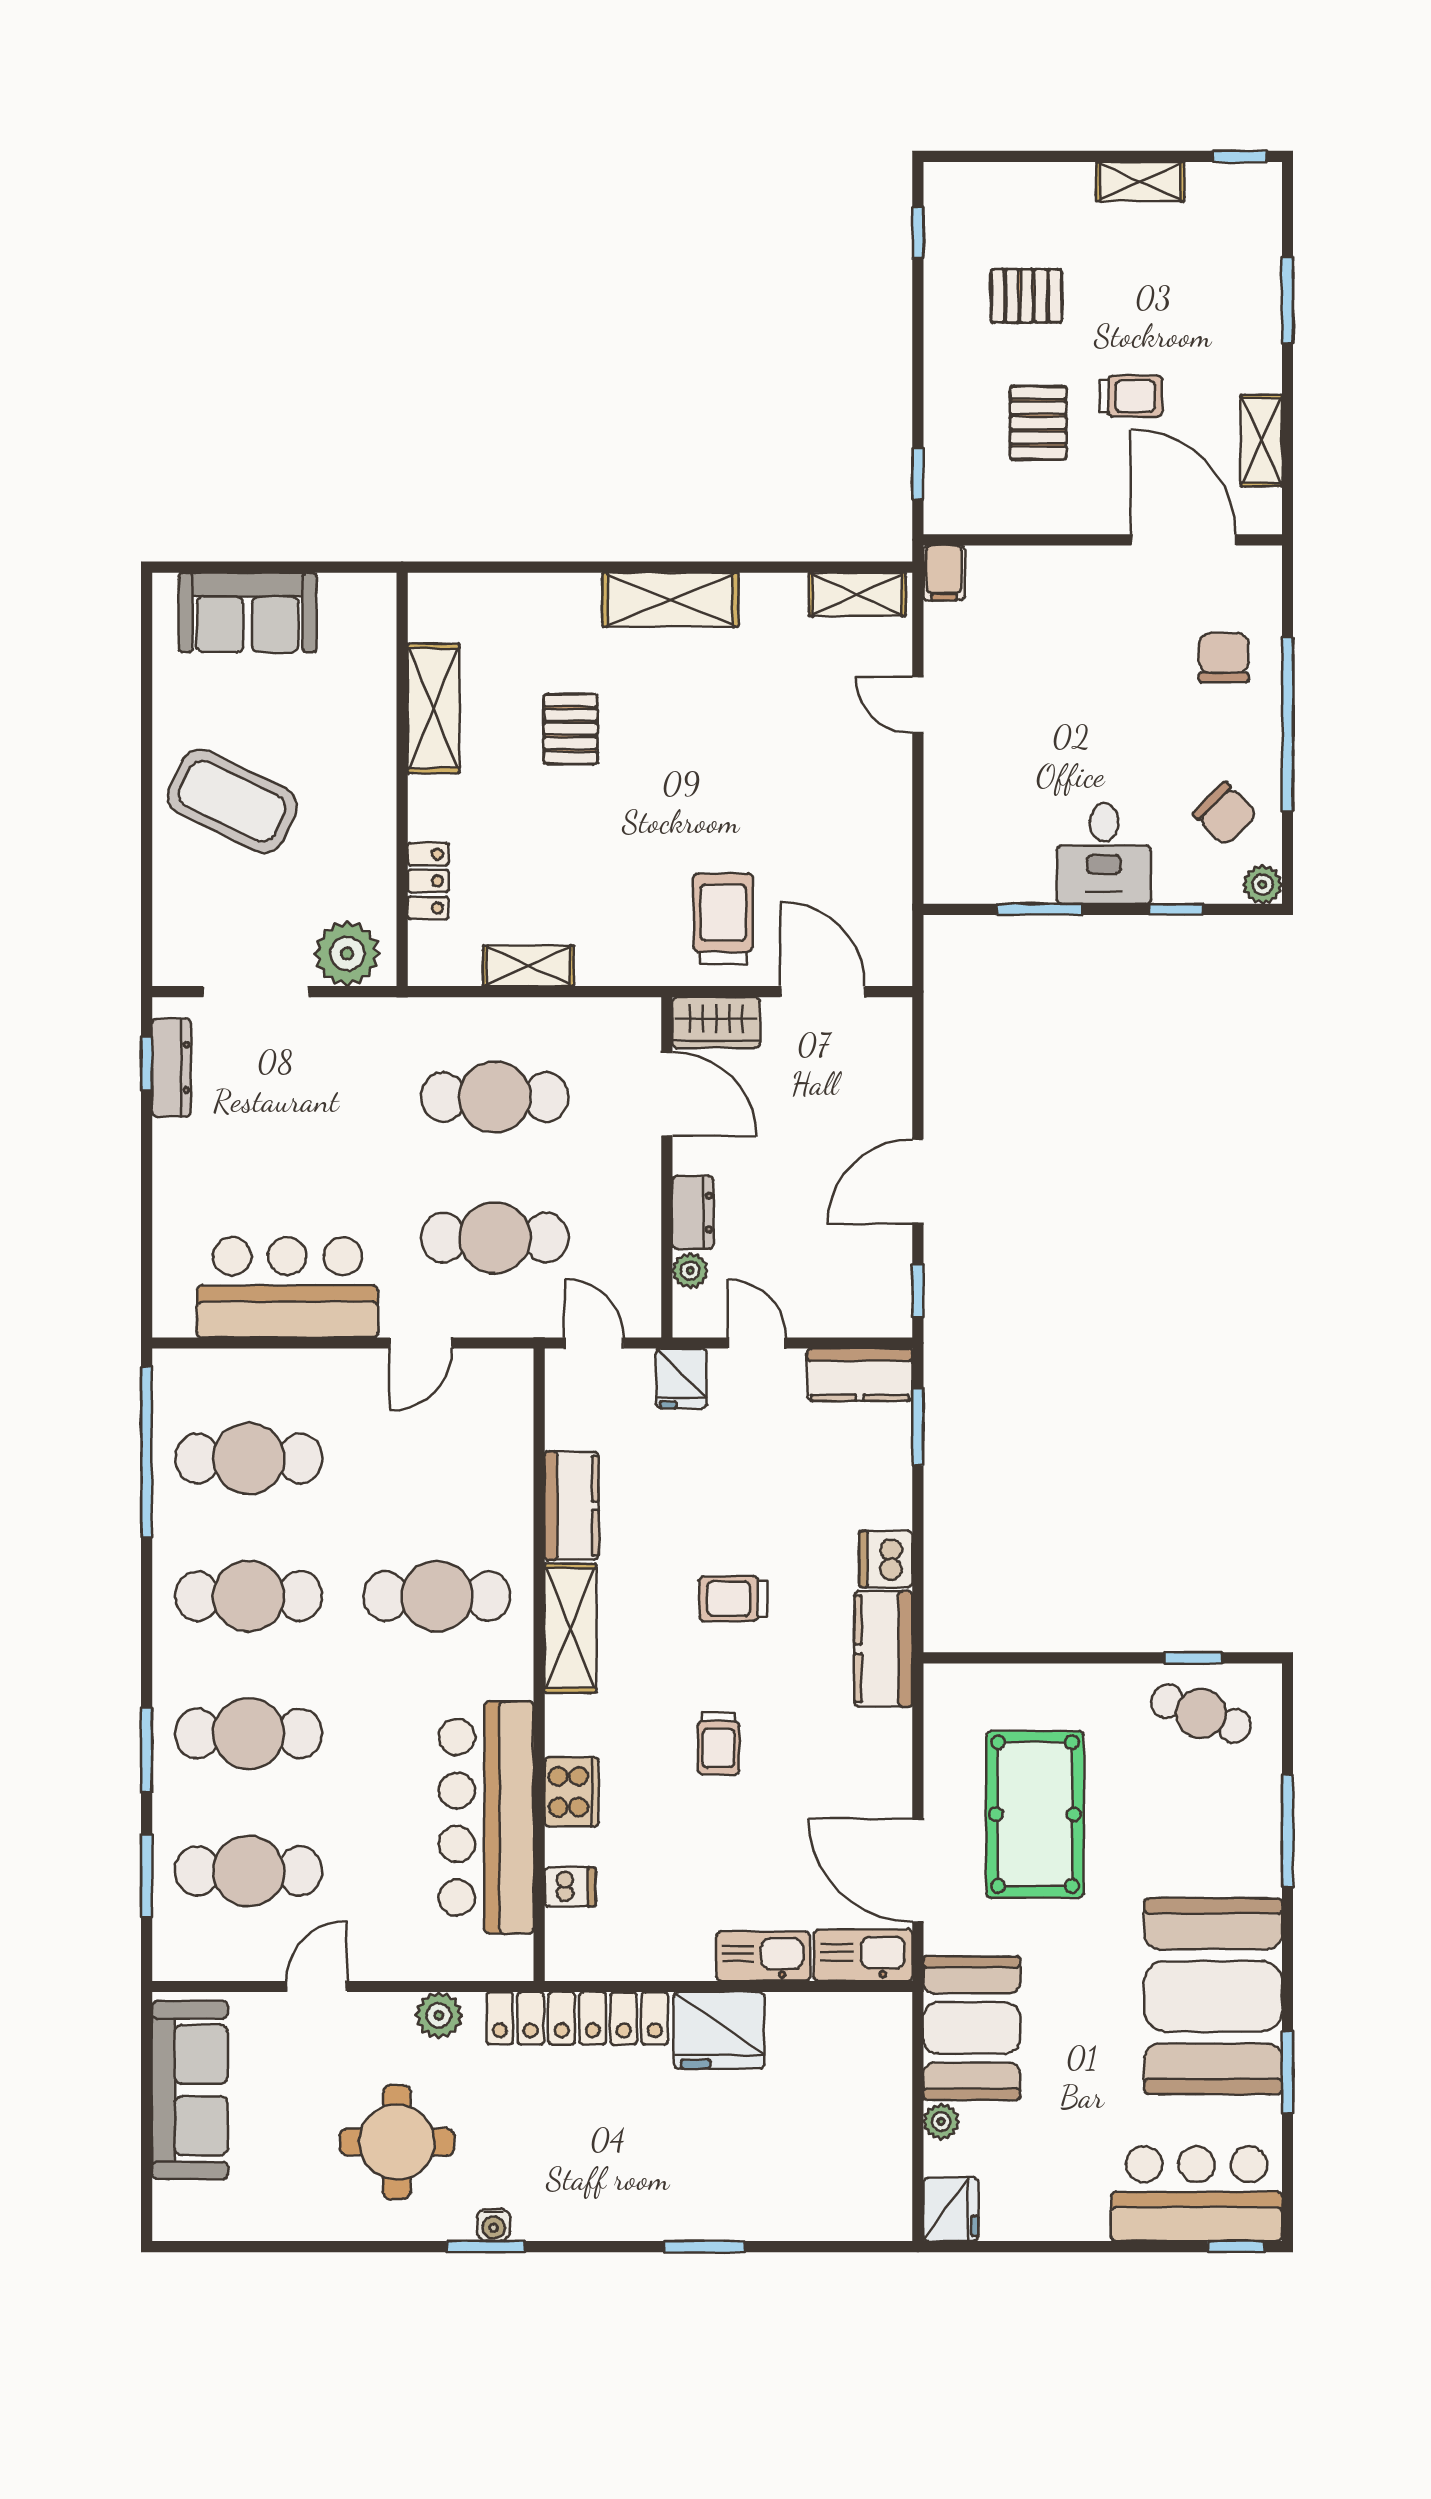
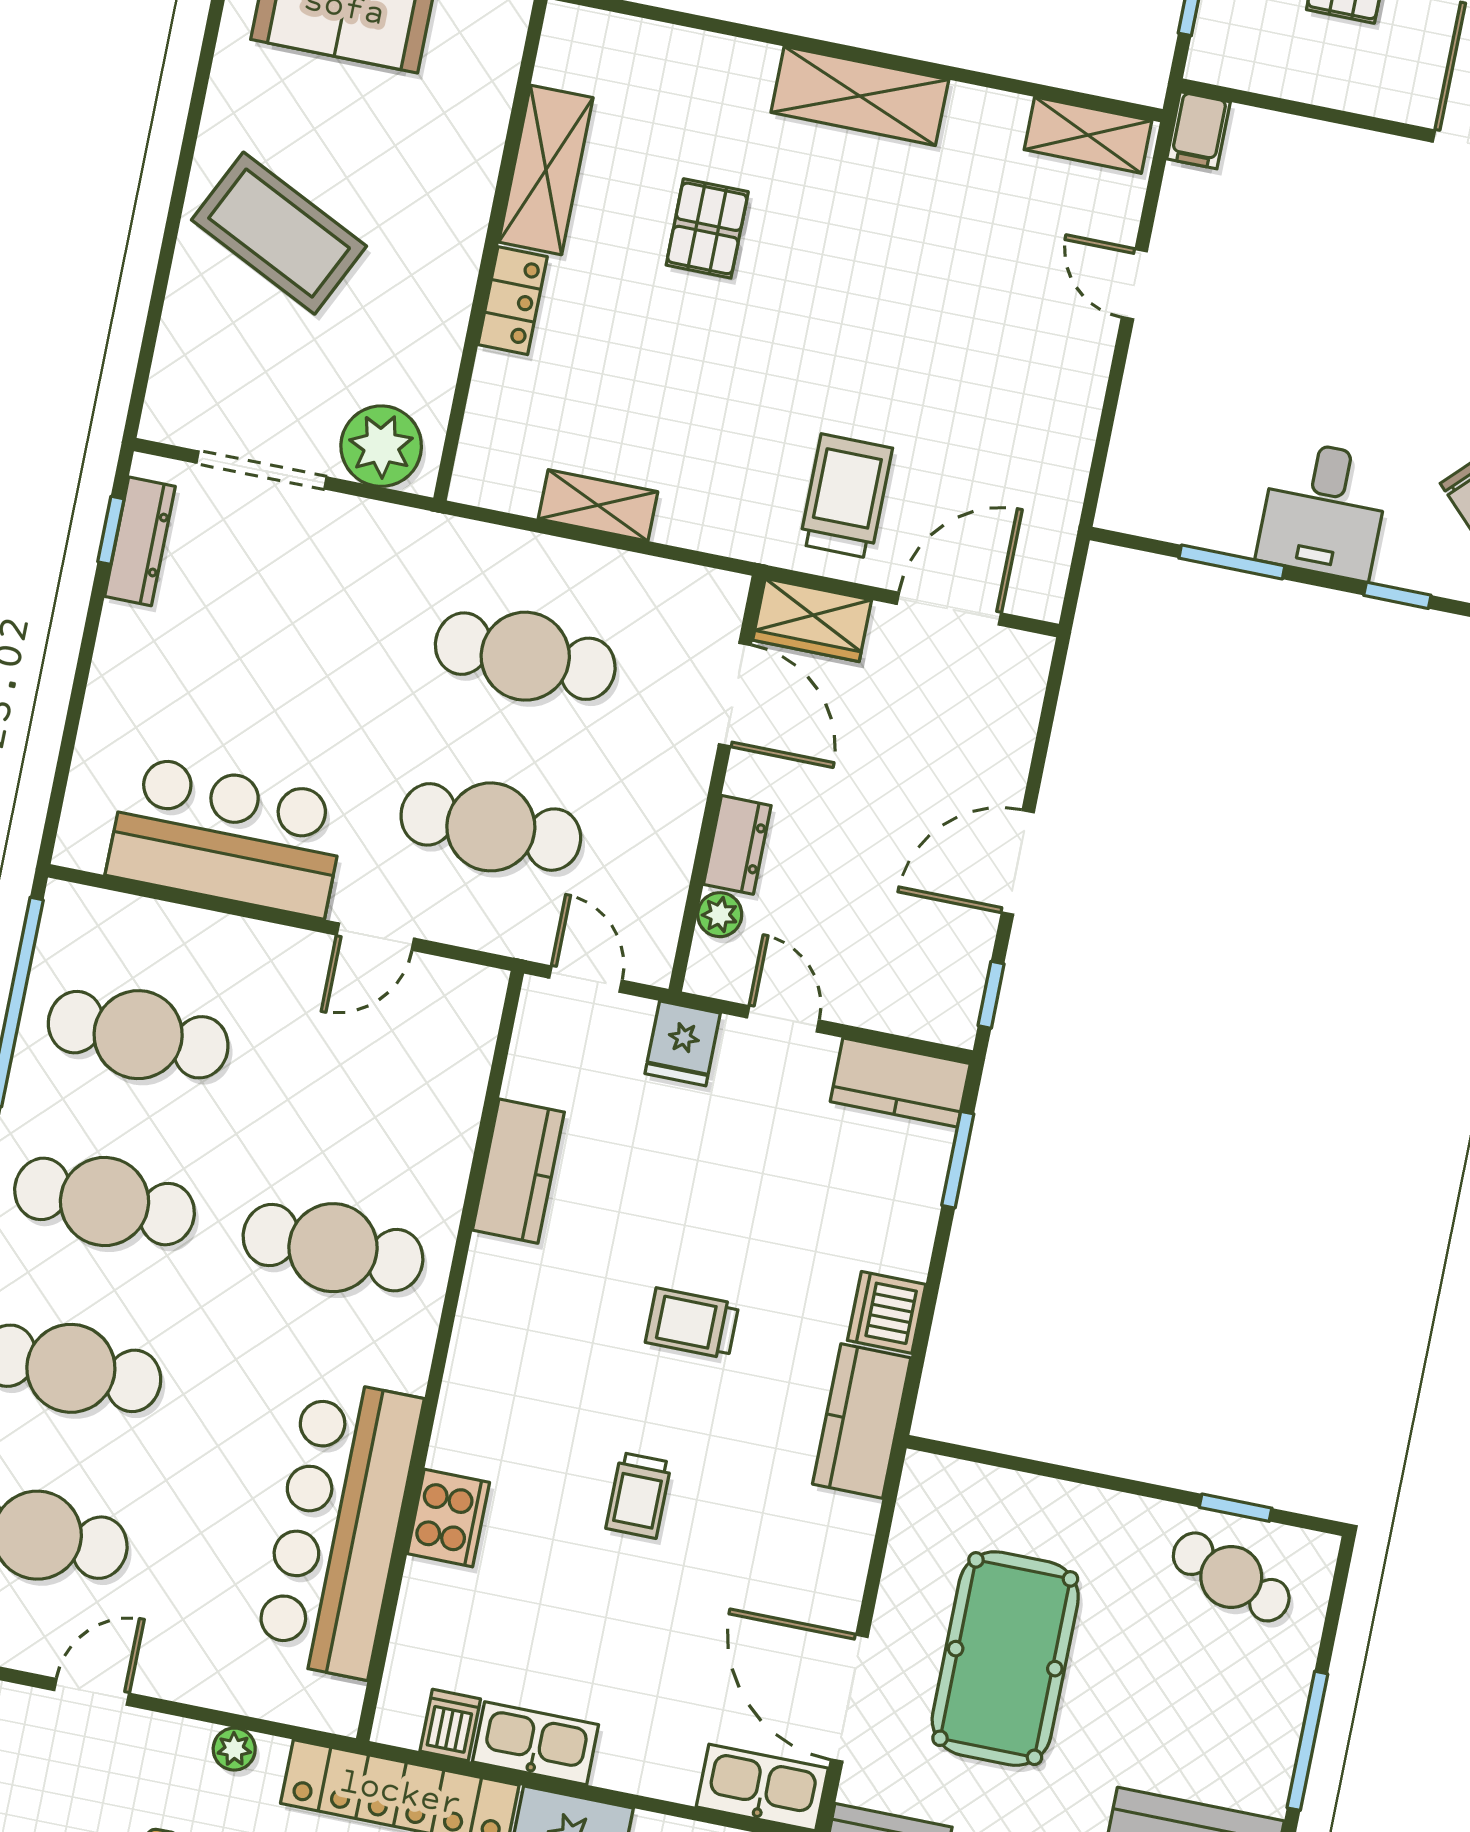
locker: (428, 881) -> (513, 301), moved
door: (823, 992) -> (949, 609), hinge flipped
shelving: (570, 1628) -> (487, 1319), removed
dishwasher: (570, 1887) -> (450, 1725), moved, turned -90
kitchen sink: (763, 1956) -> (536, 1743), moved
plant: (439, 2015) -> (234, 1749), width x0.73, depth x0.73

